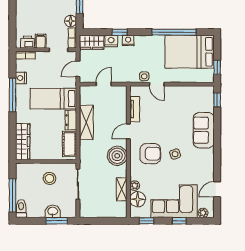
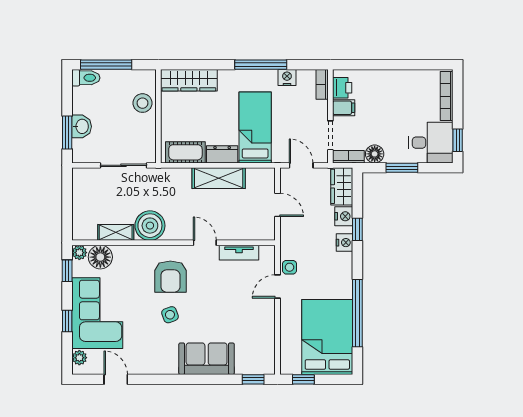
boiler: (117, 156) -> (150, 226), moved
stool: (49, 178) -> (142, 103), moved
plant: (135, 186) -> (79, 253), moved

